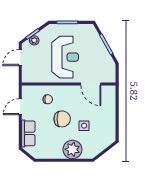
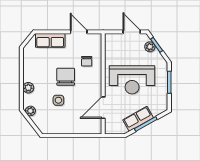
row of seats: (101, 51) -> (138, 119), added
chair: (62, 119) -> (66, 77), turned 180
plant: (72, 149) -> (28, 88), width x0.53, depth x0.53
plant: (94, 152) -> (30, 111), added

